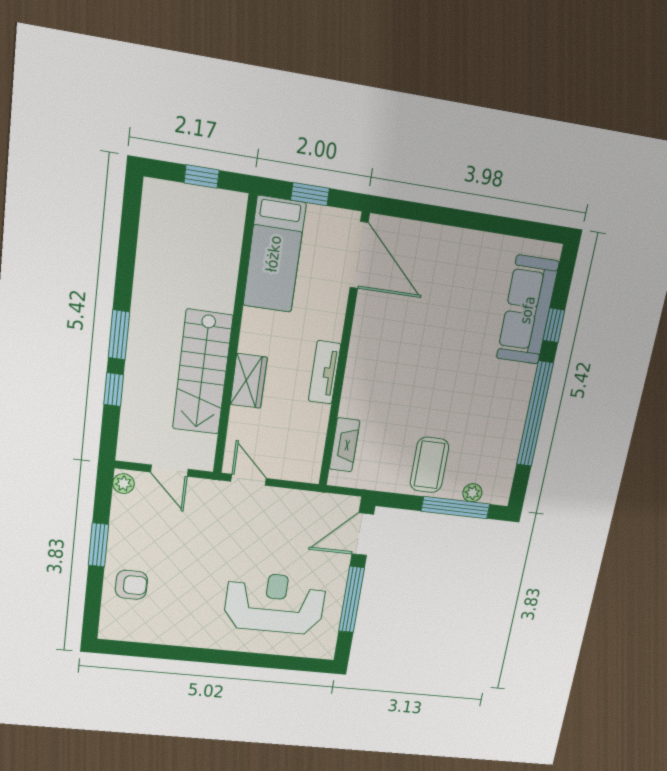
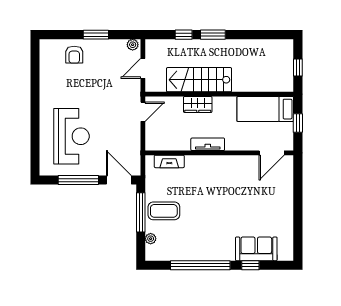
door: (359, 255) -> (272, 153), width x0.73
sofa: (528, 310) -> (256, 249), width x0.73
window: (455, 508) -> (141, 212), moved

